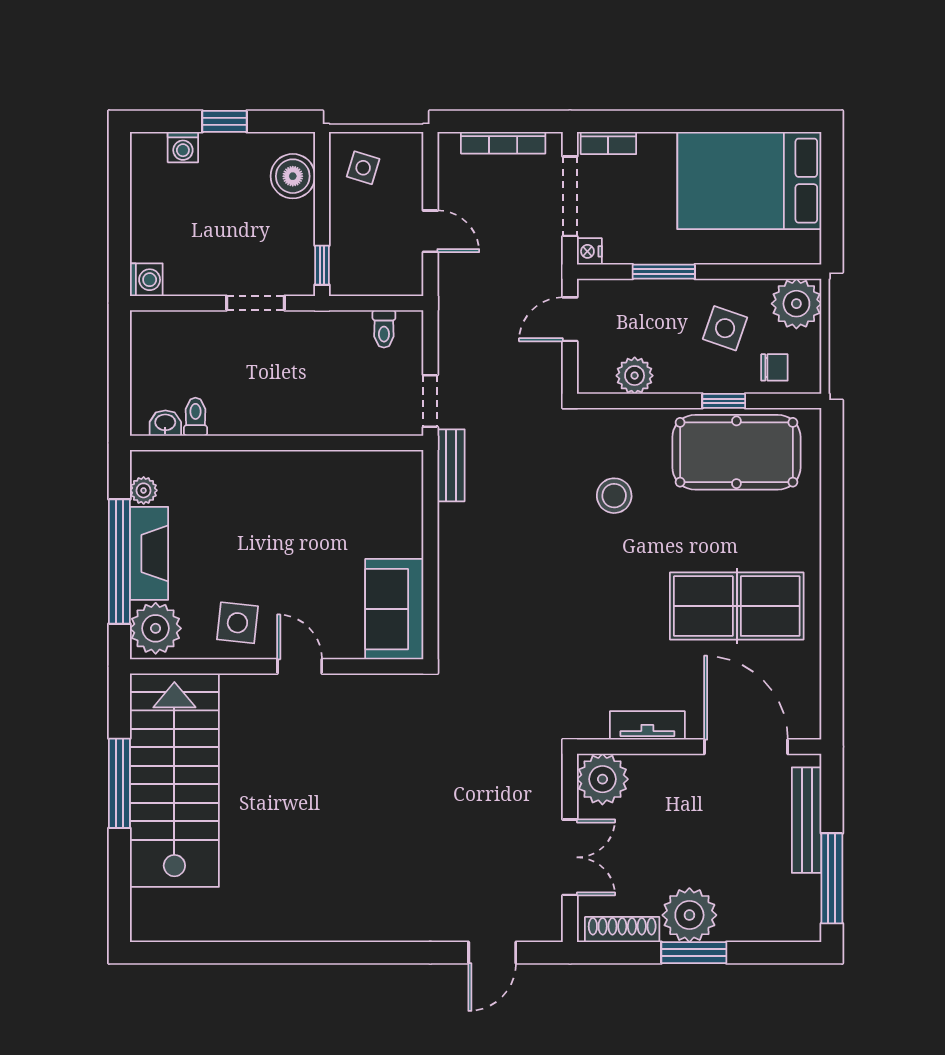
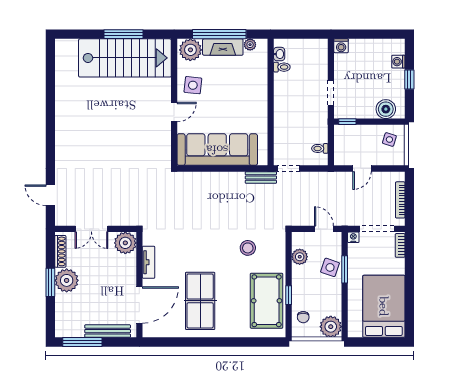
side table: (725, 328) -> (330, 267), moved
sofa: (394, 609) -> (217, 150), width x1.85, depth x1.27

